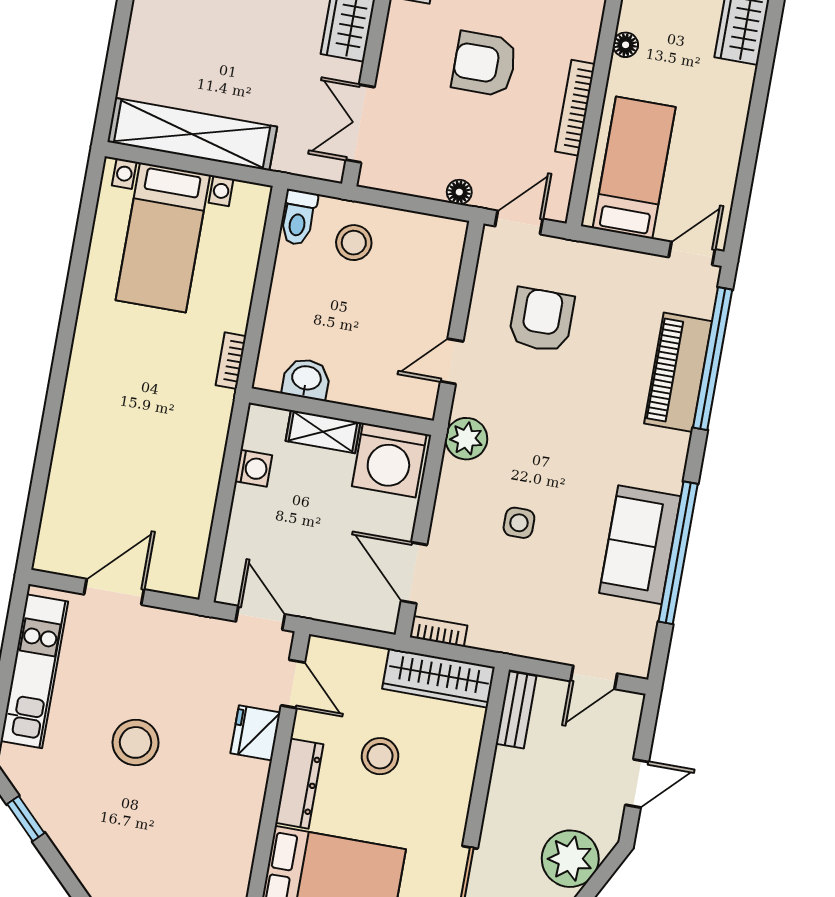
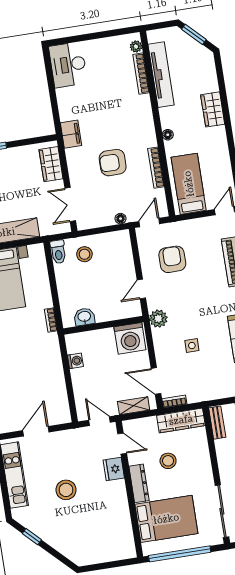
shelving: (323, 432) -> (134, 406), moved

